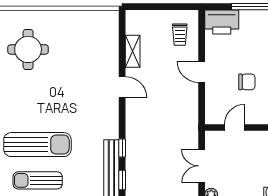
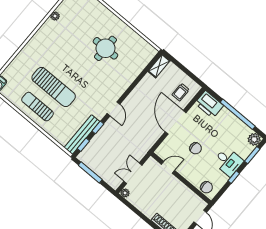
round table: (28, 49) -> (105, 48), moved
shelving: (133, 51) -> (159, 66), moved
door: (202, 72) -> (176, 122), width x1.87
door: (122, 87) -> (114, 109), moved

